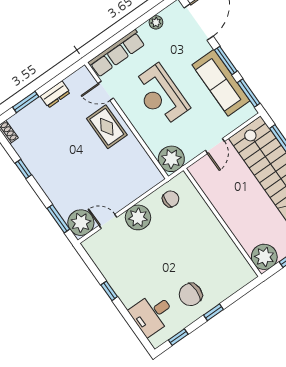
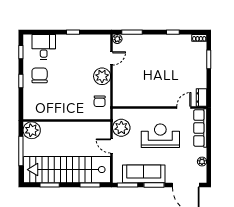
dresser: (55, 94) -> (202, 97), moved
rug: (107, 127) -> (164, 94), removed
plant: (171, 159) -> (121, 128), moved
plant: (81, 223) -> (117, 39), width x0.53, depth x0.53

